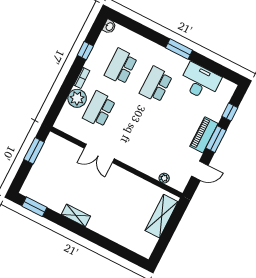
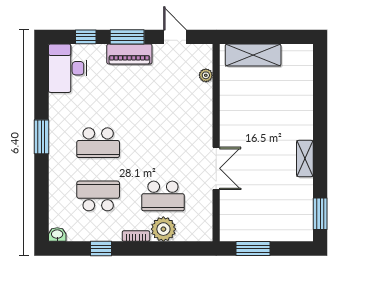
school desk: (121, 66) -> (98, 196), turned 180
desk: (200, 82) -> (68, 68), moved

